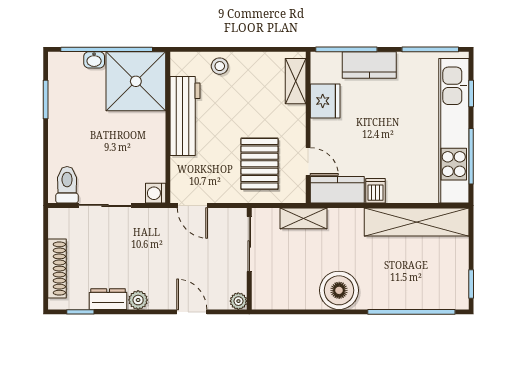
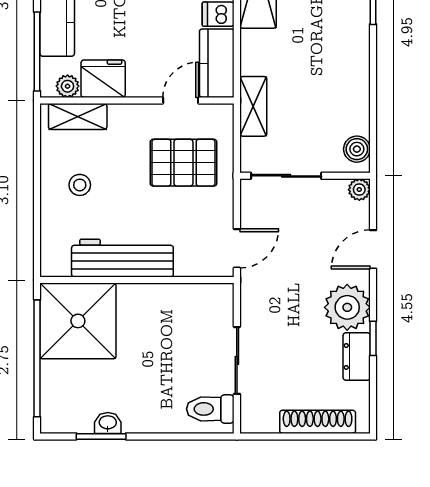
washbasin: (94, 60) -> (108, 423), moved, turned -90
stool: (220, 66) -> (80, 185), moved
plant: (319, 73) -> (68, 86), added
washing machine: (156, 193) -> (221, 296), removed
boiler: (339, 290) -> (357, 149), moved, width x0.54, depth x0.54
plant: (138, 300) -> (347, 307), width x1.88, depth x1.88
window: (80, 312) -> (373, 338), moved

